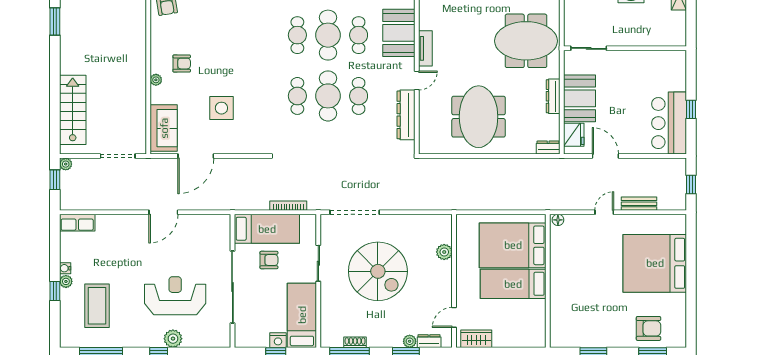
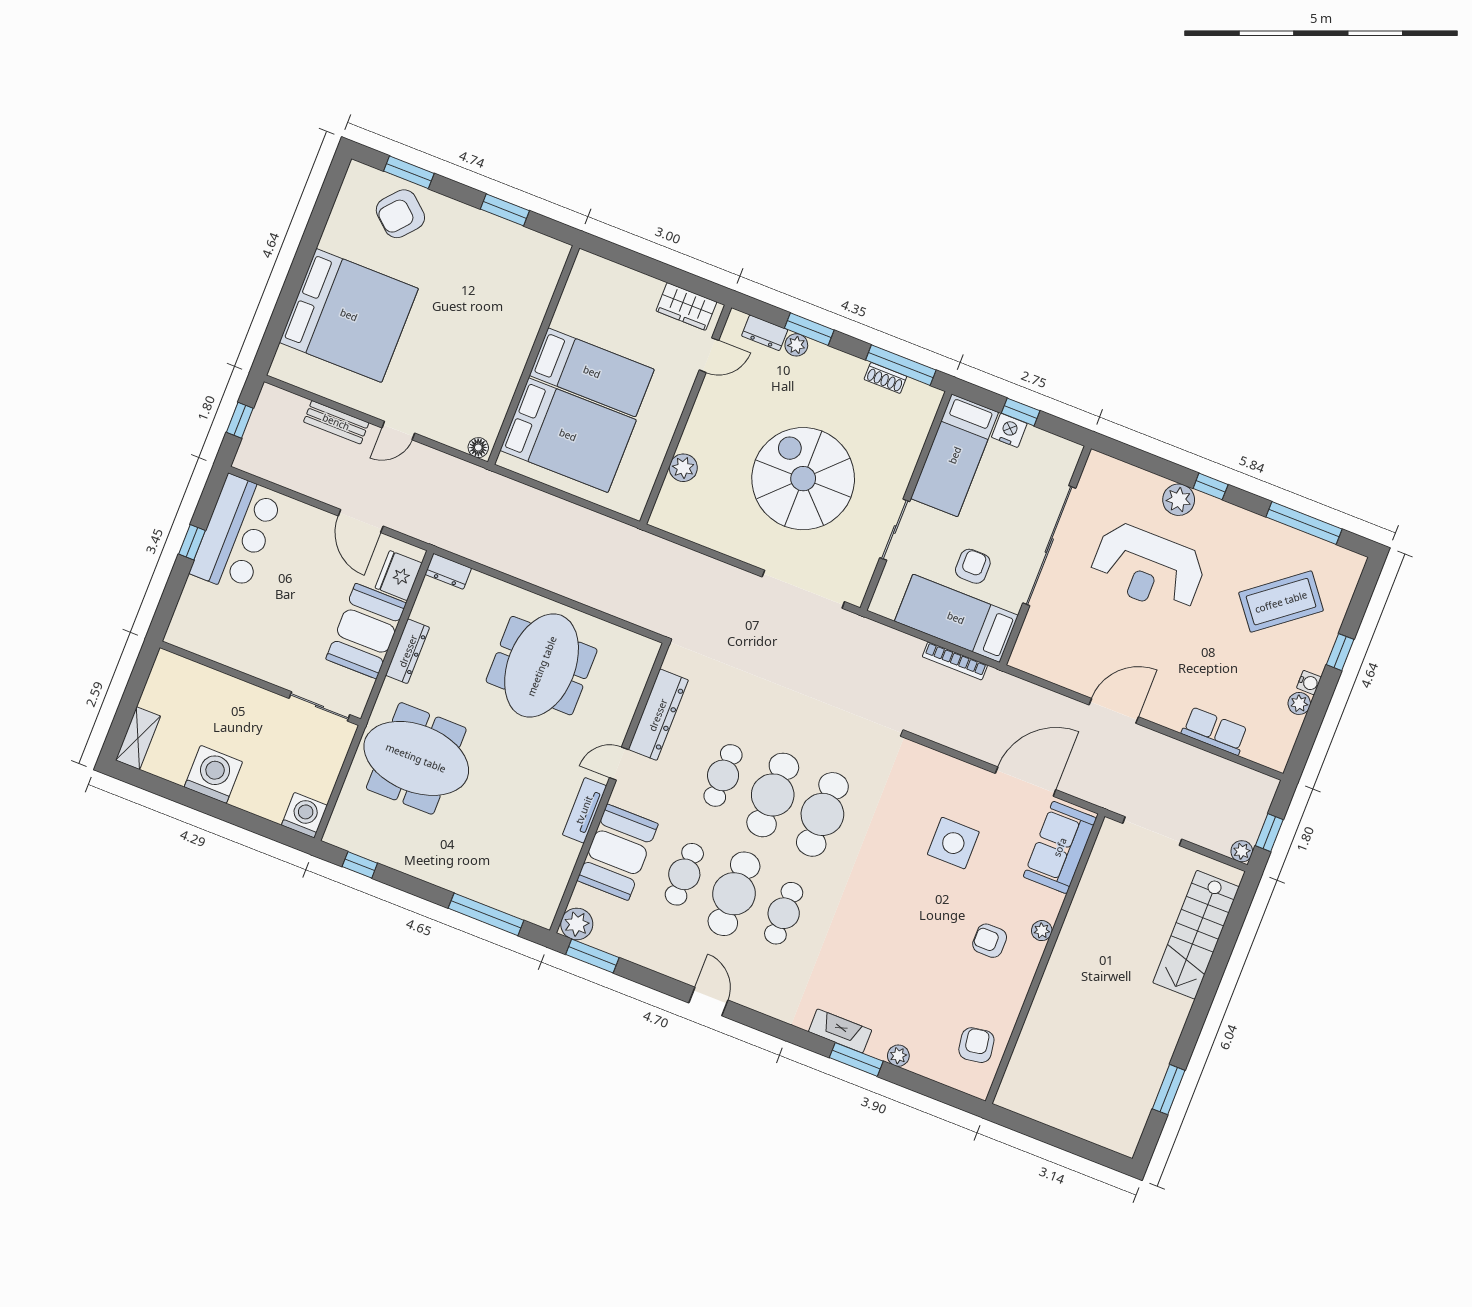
cafe table: (297, 96) -> (822, 814), width x1.37, depth x1.35
bookcase: (288, 206) -> (955, 661), moved
row of seats: (77, 223) -> (1215, 731), moved
armchair: (269, 260) -> (973, 566), turned 90
plant: (66, 281) -> (1299, 703), moved
coffee table: (97, 306) -> (1281, 602), turned 52
armchair: (648, 328) -> (400, 214), turned -49

